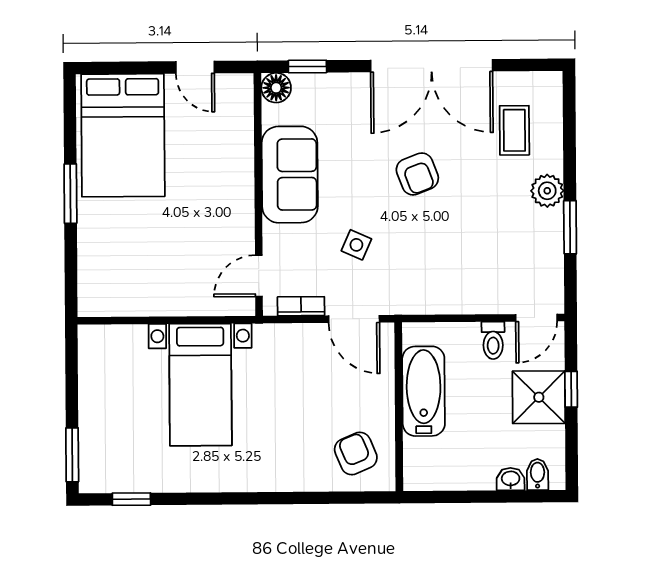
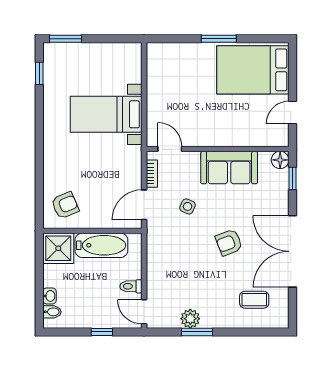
plant: (547, 191) -> (190, 319), moved
shower: (539, 397) -> (58, 248), moved

